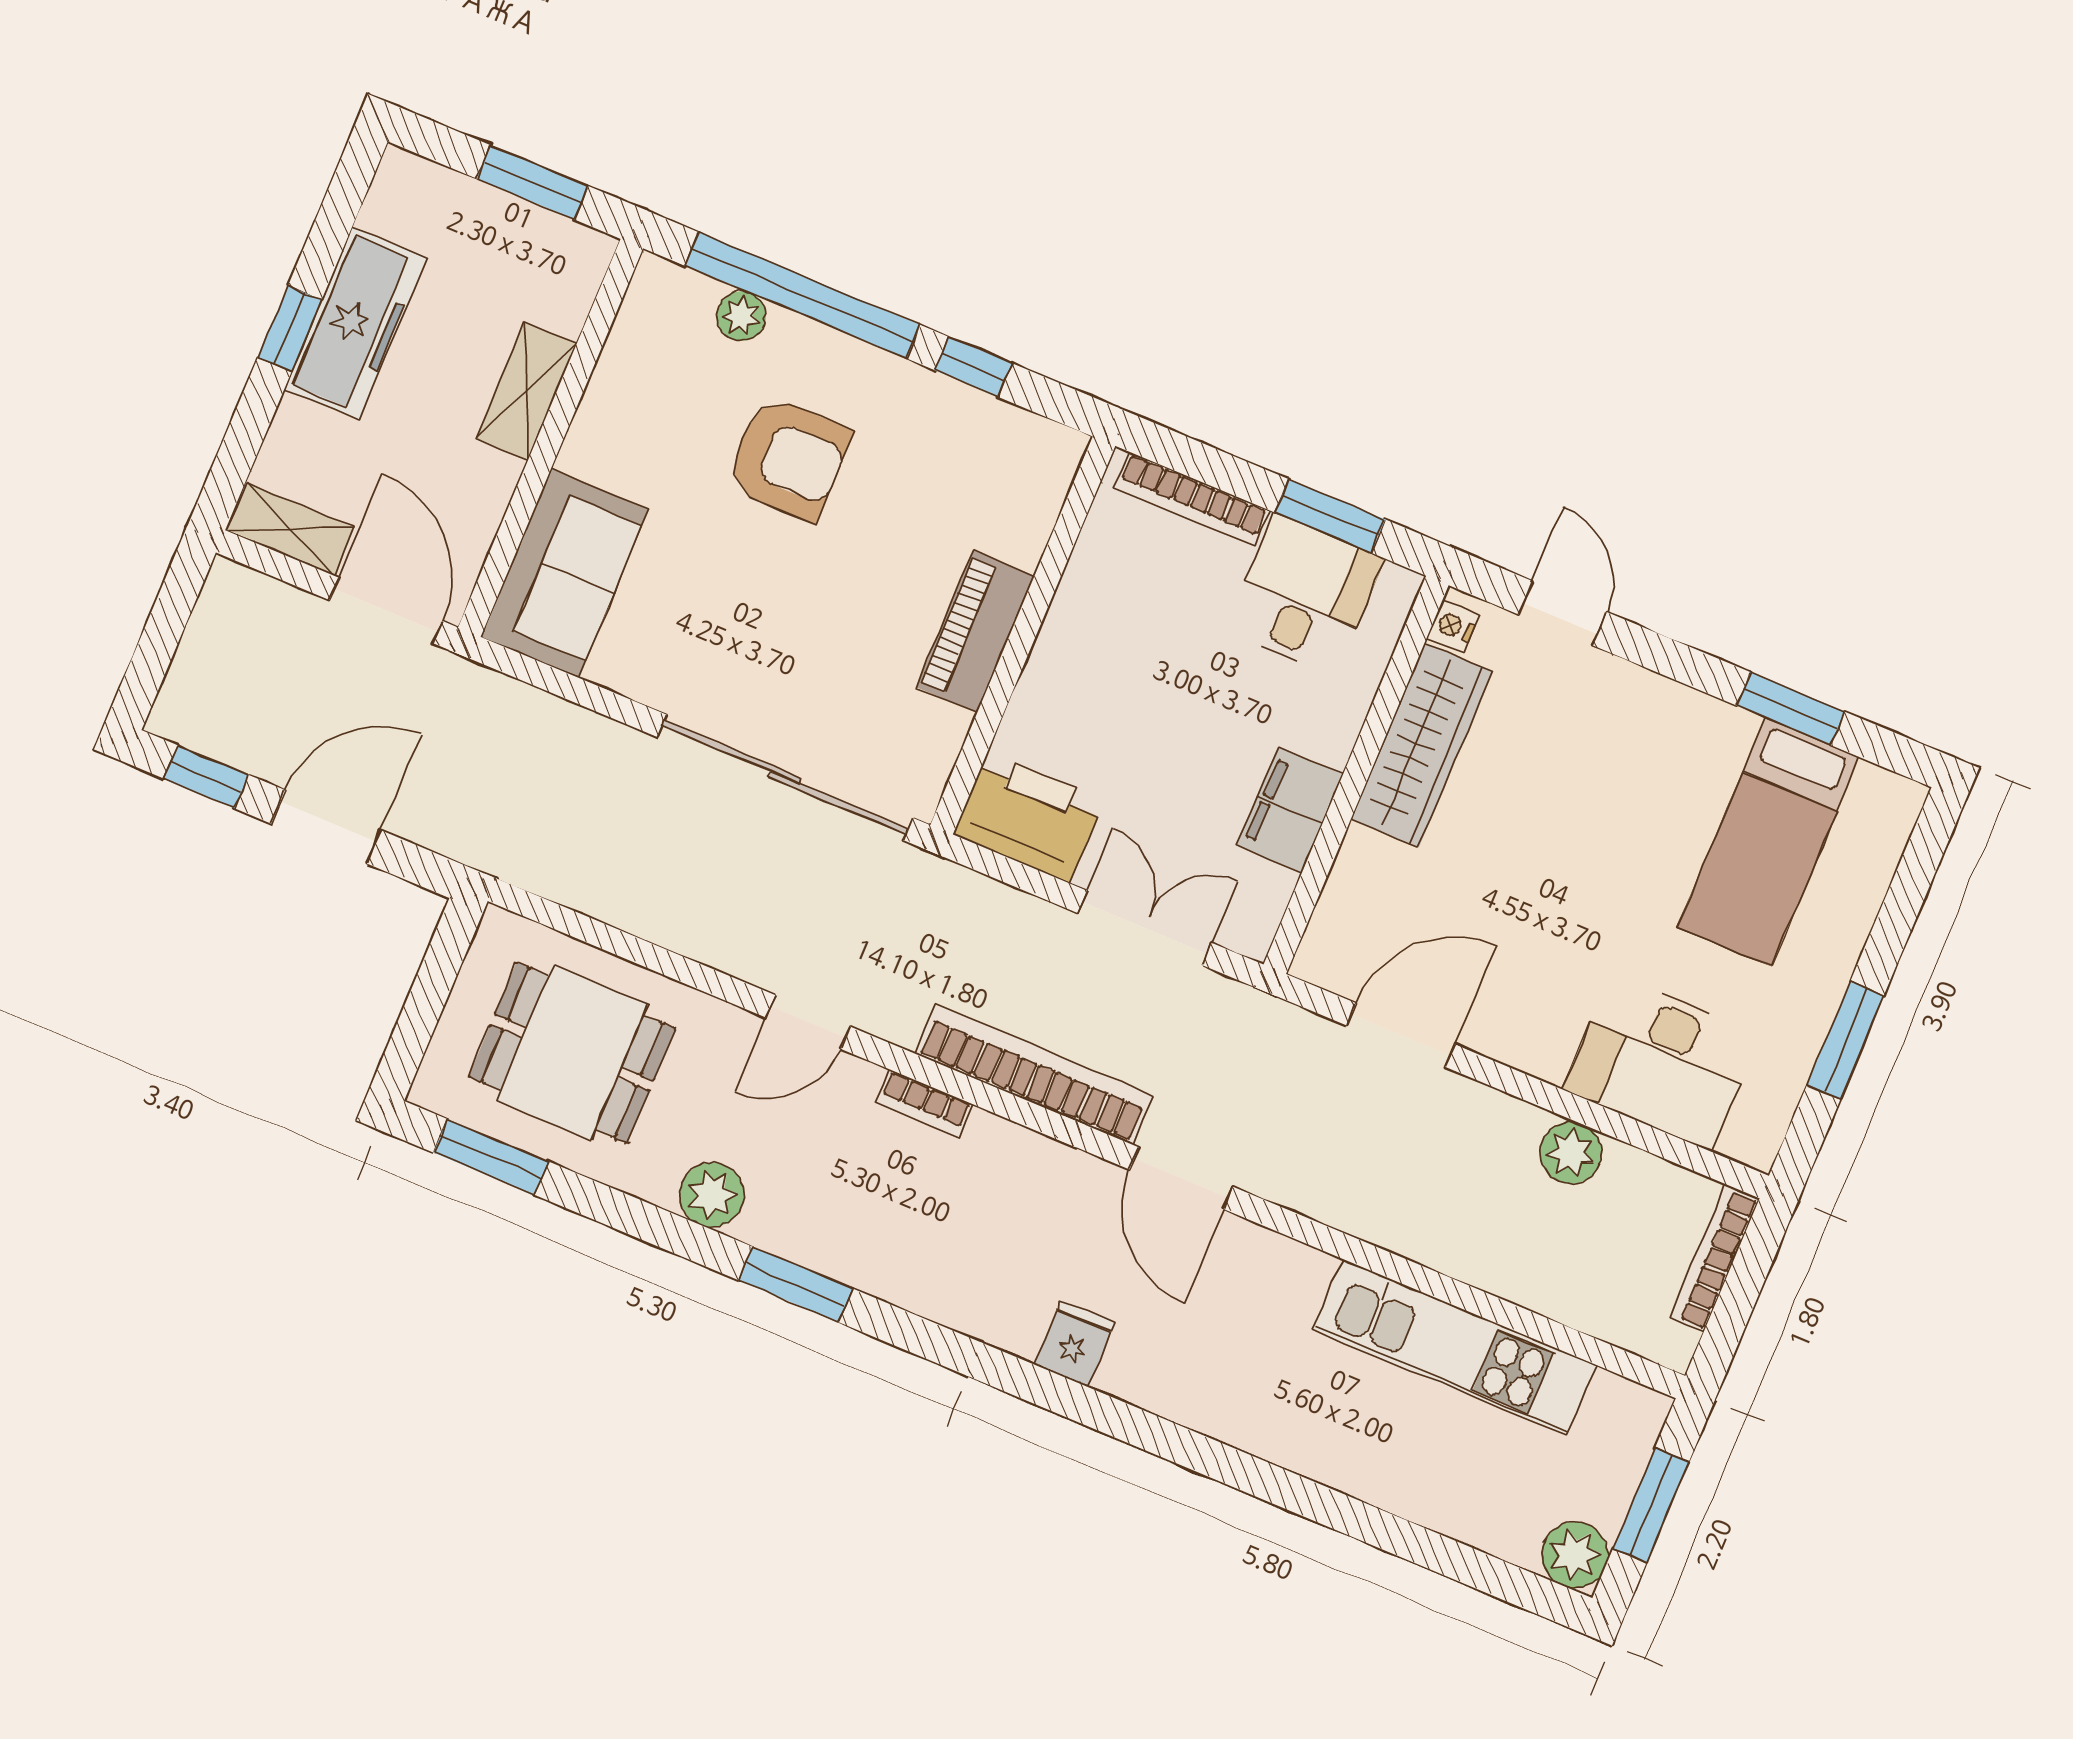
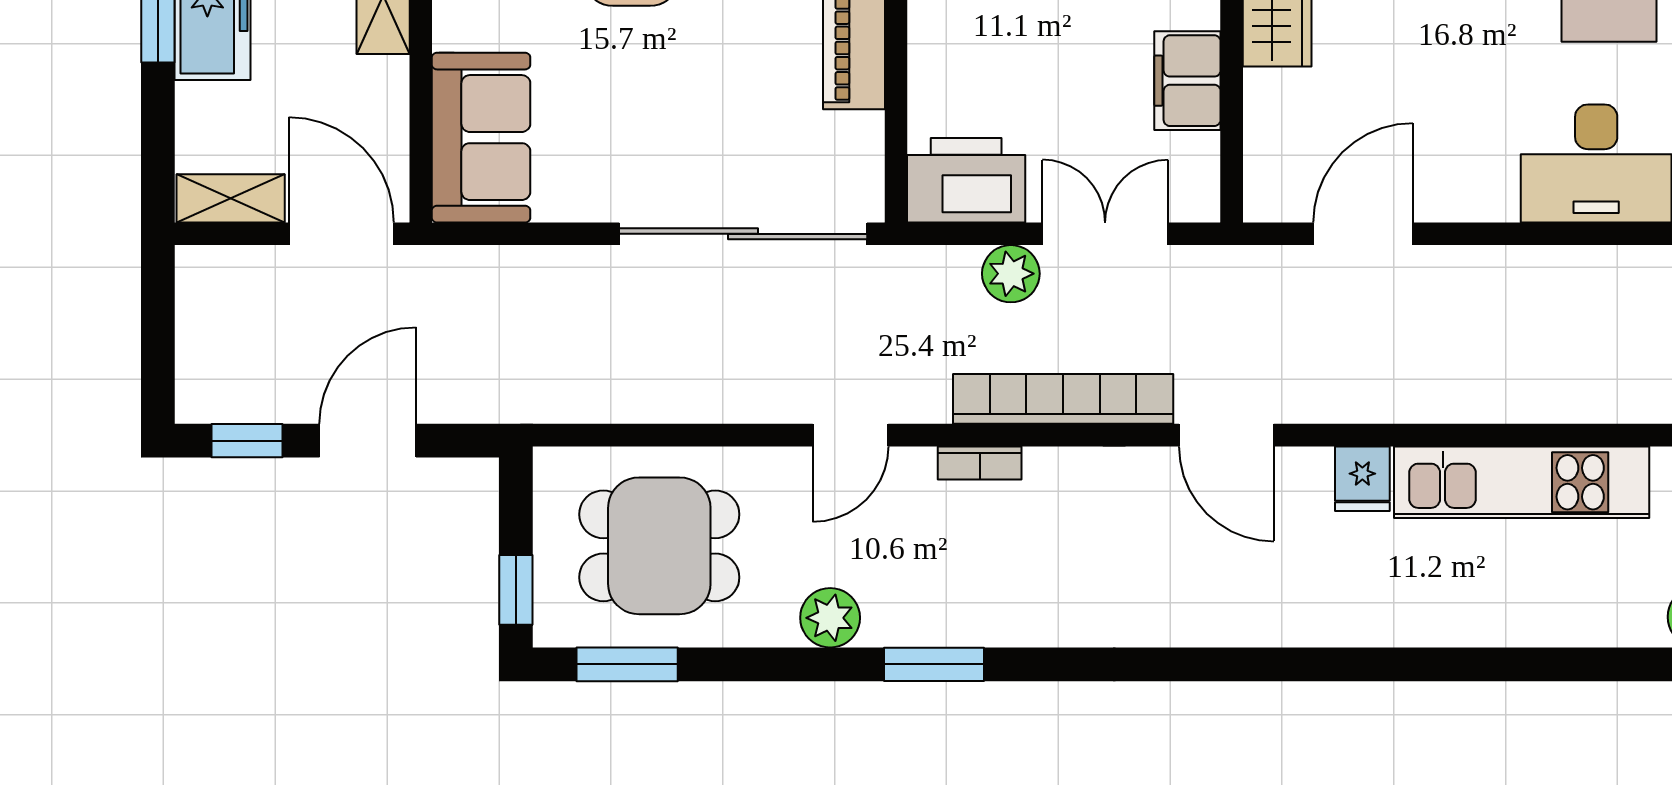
window: (411, 1037) -> (516, 590), added
plant: (1571, 1153) -> (1011, 274), moved
fridge: (1075, 1344) -> (1362, 479), moved, turned 180

